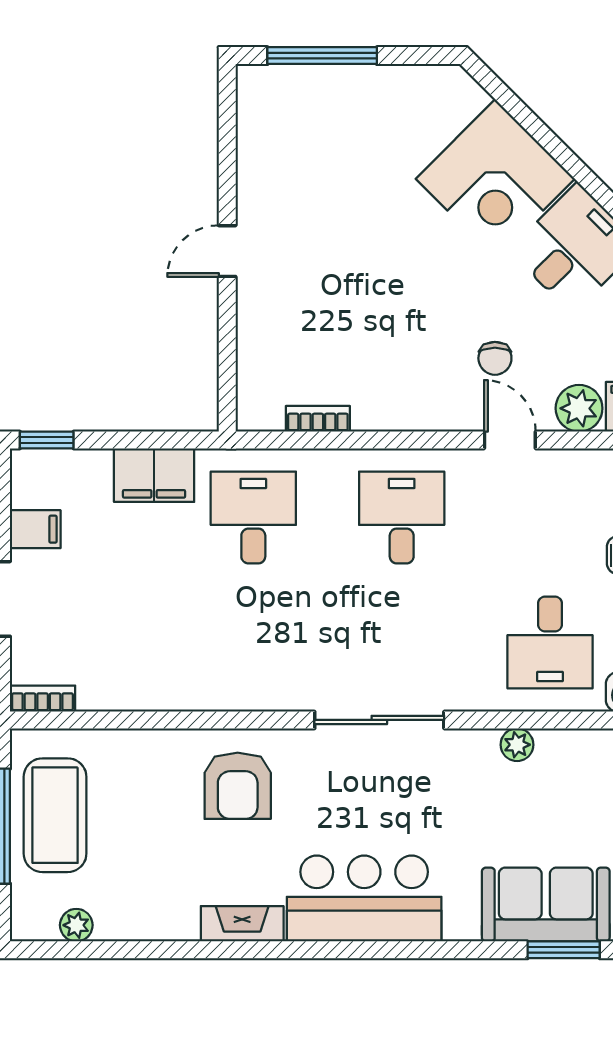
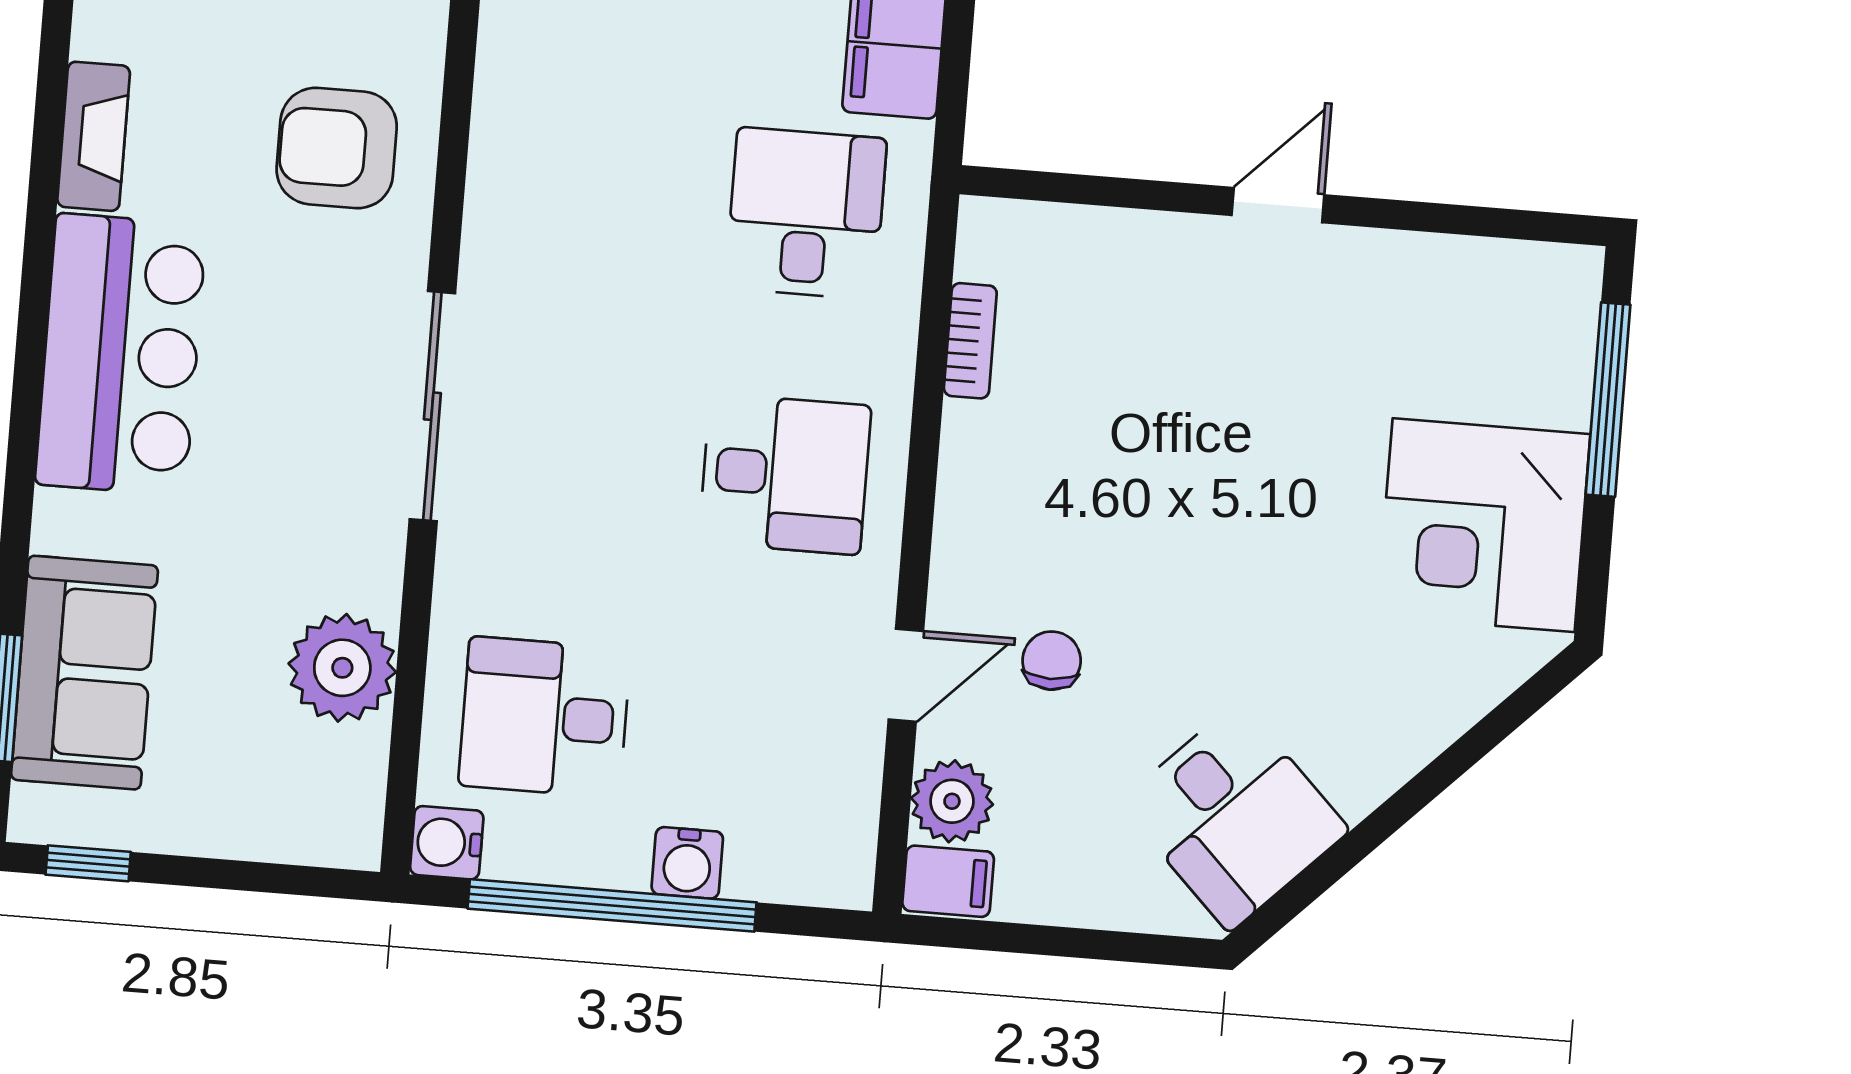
corner desk: (495, 179) -> (1484, 525), moved, turned -45
door: (227, 251) -> (1278, 205), hinge flipped
chair: (495, 358) -> (1052, 661), turned 90
desk: (253, 518) -> (806, 213), turned -90
plant: (517, 745) -> (342, 668), width x1.88, depth x1.88

